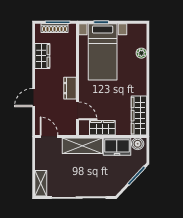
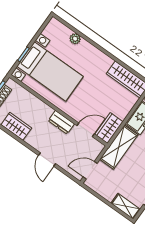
wardrobe: (102, 128) -> (109, 128), moved

